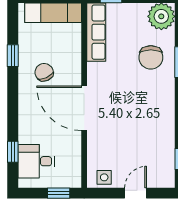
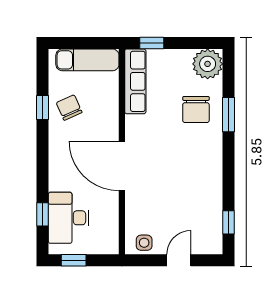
chair: (44, 72) -> (69, 108), moved
desk: (36, 161) -> (69, 218), width x1.37
window: (59, 193) -> (74, 260), moved

